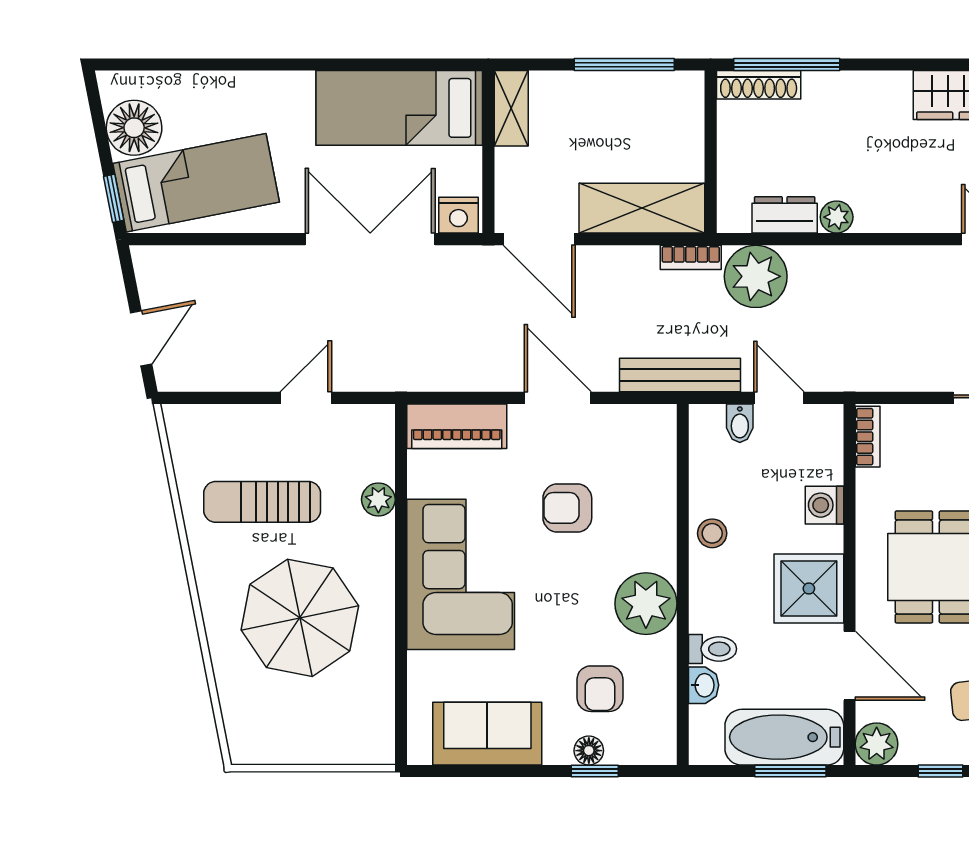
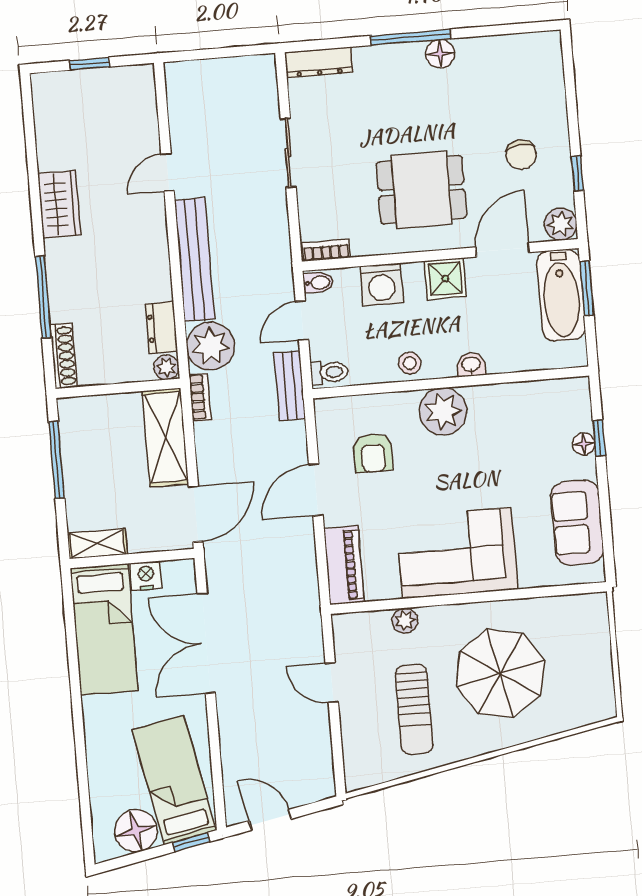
window: (787, 65) -> (43, 297), moved
nightstand: (458, 215) -> (146, 576), moved, turned -90
plant: (837, 217) -> (167, 367), moved
bench: (870, 265) -> (195, 259), added
door: (141, 338) -> (270, 820), moved
bench: (680, 375) -> (290, 385), width x0.73
bidet: (740, 423) -> (318, 282), moved
washing machine: (825, 505) -> (382, 284), width x1.38, depth x1.38
armchair: (567, 508) -> (373, 453), moved
shower: (809, 589) -> (445, 279), width x0.73, depth x0.73
plant: (646, 604) -> (443, 411), moved
toilet: (713, 649) -> (329, 372), moved, turned 90
washbasin: (704, 685) -> (471, 365), moved
armchair: (600, 689) -> (536, 439), removed

